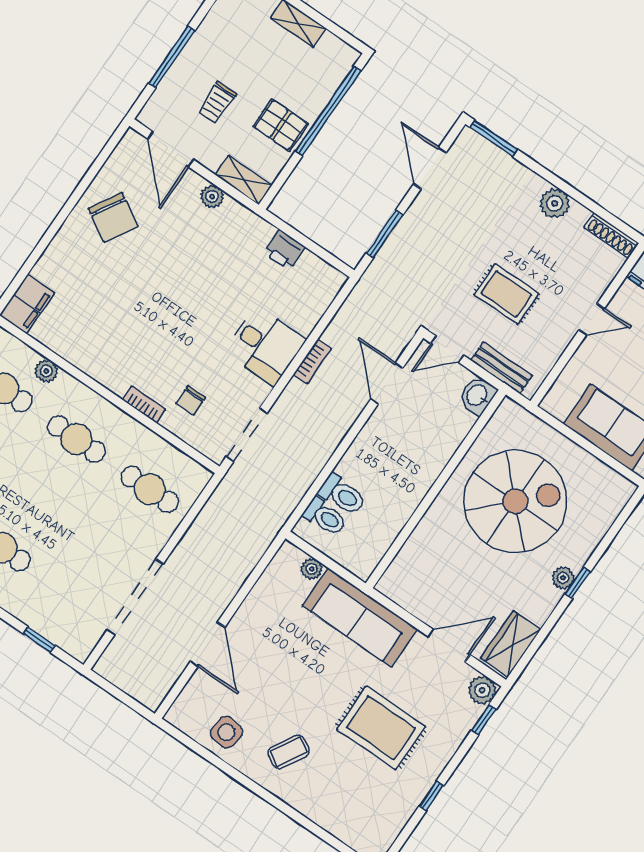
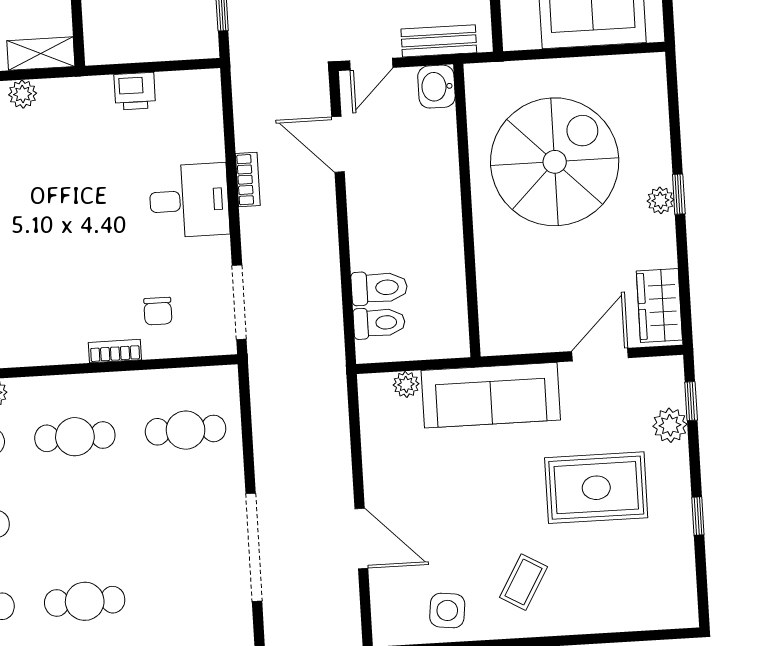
plant: (482, 690) -> (670, 425), moved

